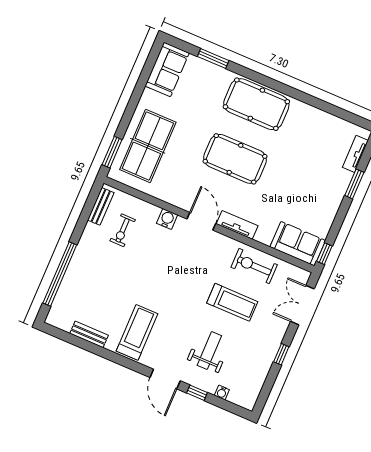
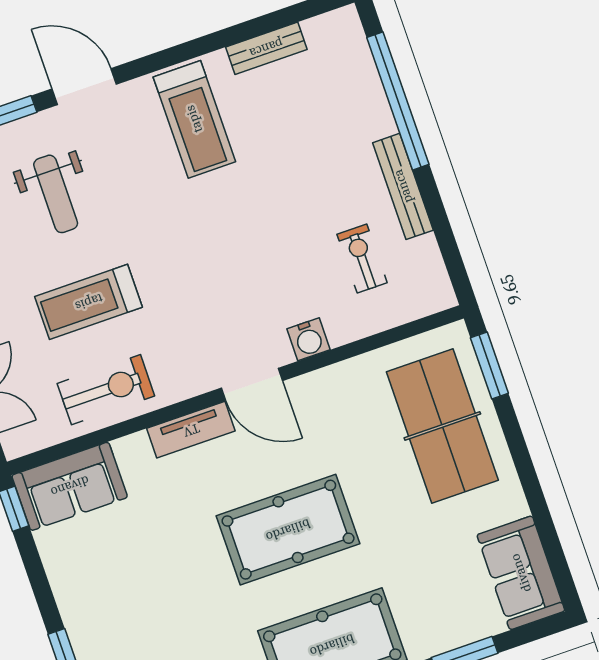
bench: (101, 206) -> (403, 186), moved, width x1.36

